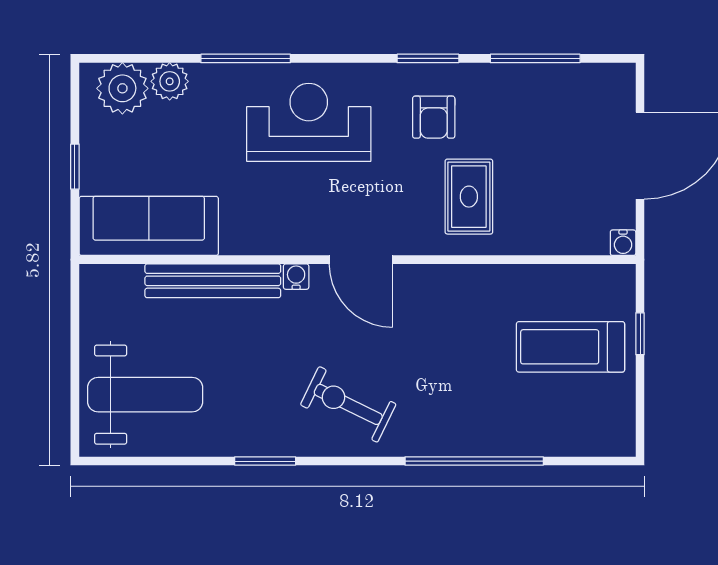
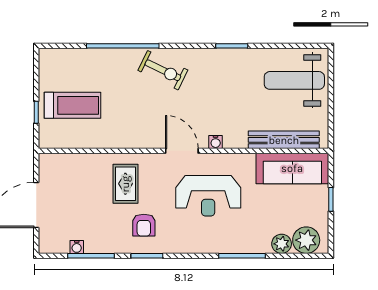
armchair: (434, 117) -> (144, 225), turned 180
reception desk: (309, 122) -> (208, 196), moved
water cooler: (623, 243) -> (77, 247), moved, turned 180
bench: (213, 281) -> (284, 140), moved
exercise bike: (348, 404) -> (163, 70), moved

